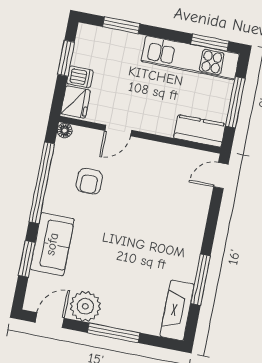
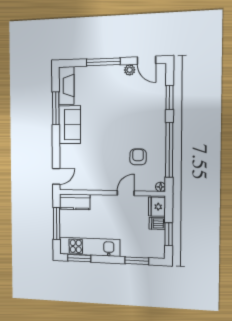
sofa: (52, 244) -> (70, 125), moved, turned 180
plant: (85, 306) -> (130, 70), width x0.53, depth x0.53
door: (50, 320) -> (147, 60), hinge flipped

